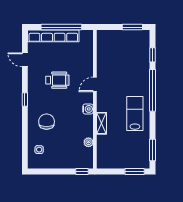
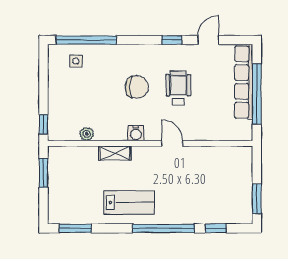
wheelchair: (57, 80) -> (178, 88), turned 180
window: (25, 100) -> (172, 40), moved
chair: (47, 122) -> (137, 87), moved
window: (25, 143) -> (86, 40), added
window: (135, 172) -> (44, 173), moved

